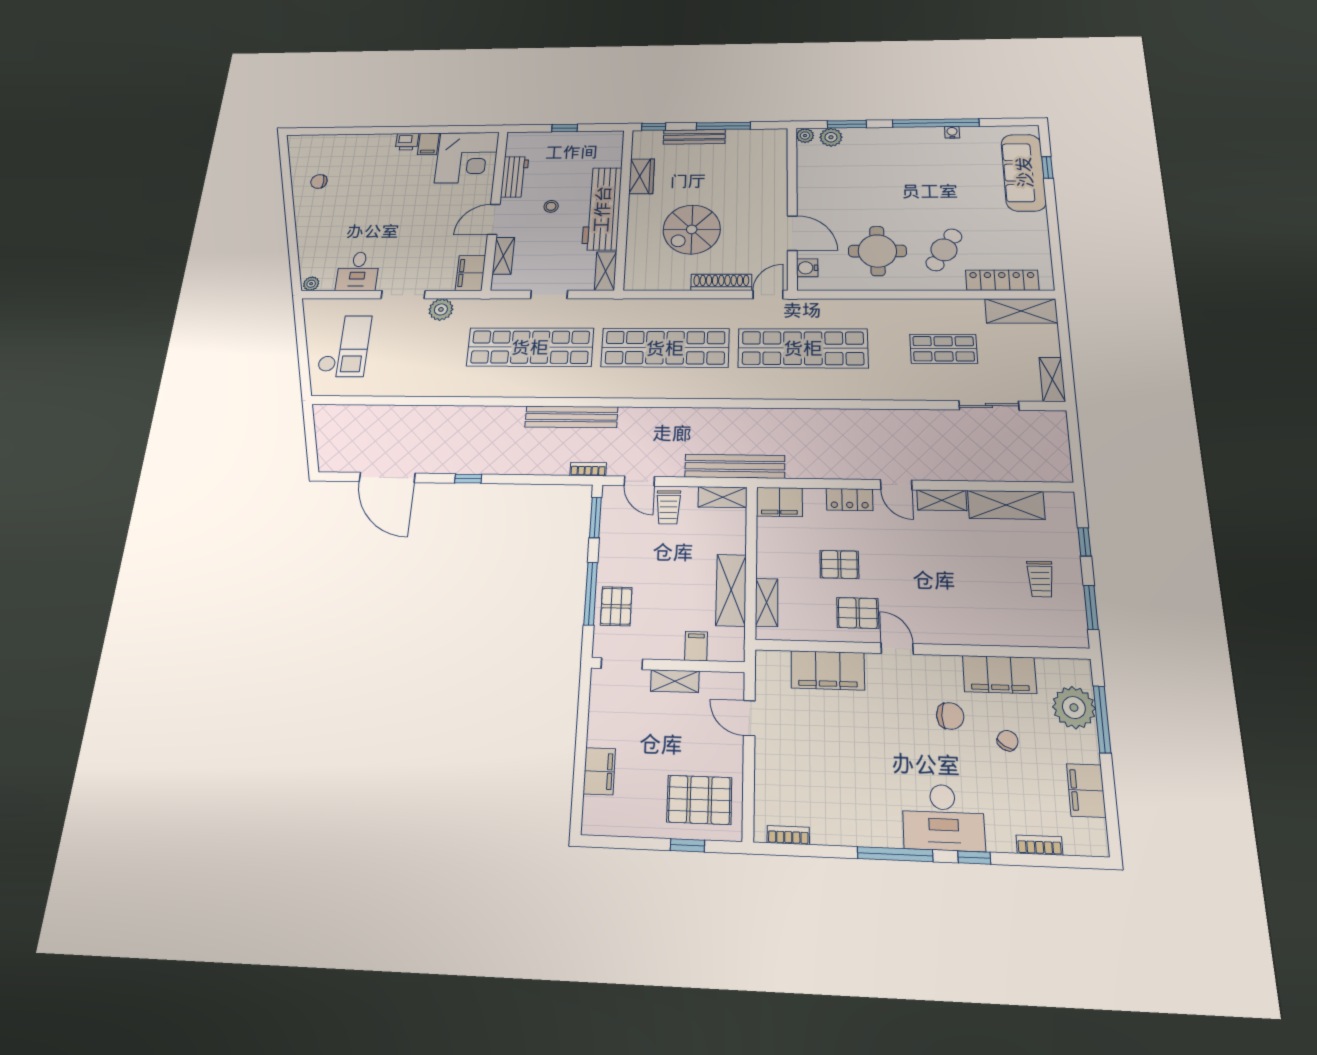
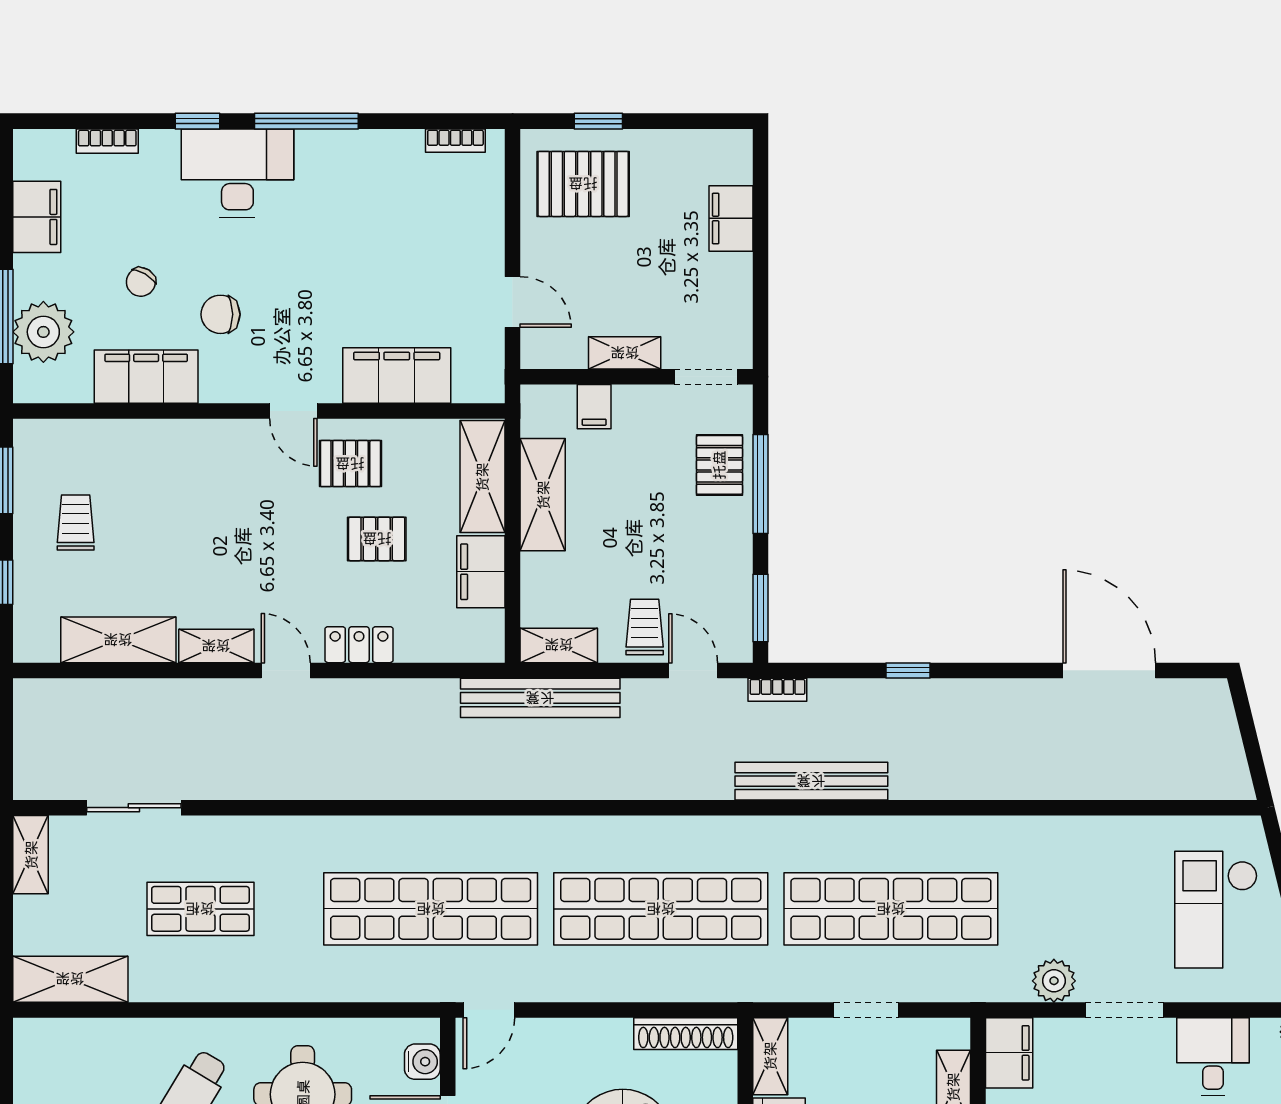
locker: (1002, 280) -> (97, 1037), removed
shoe rack: (721, 282) -> (686, 1034), moved
window: (468, 479) -> (908, 670), moved
filing cabinet: (779, 502) -> (481, 572), moved, turned -90
shelving: (767, 602) -> (482, 477), width x1.50, depth x1.33

